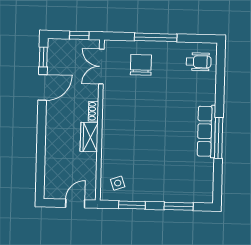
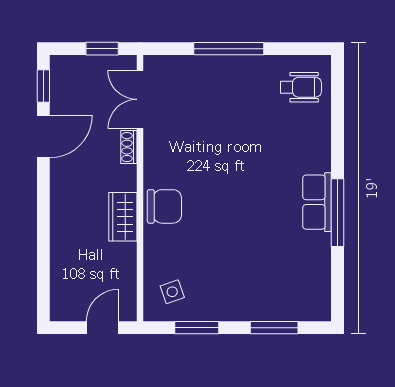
chair: (141, 65) -> (164, 206), moved, turned 90
shoe rack: (93, 111) -> (129, 147), moved
row of seats: (206, 131) -> (317, 202), width x0.68

